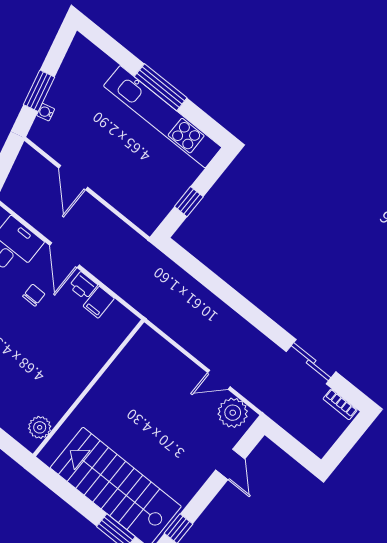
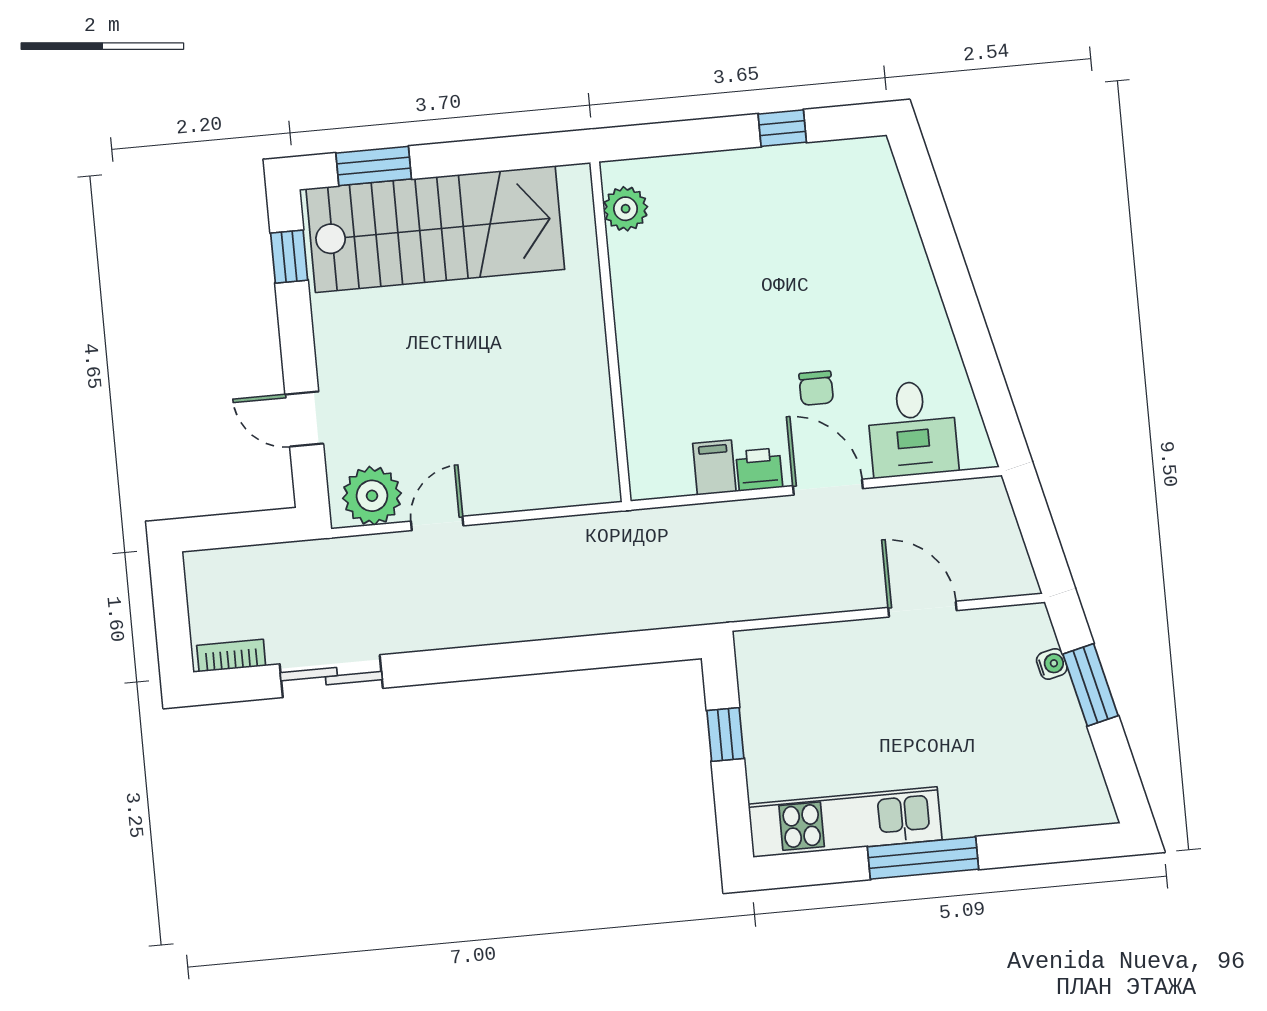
kitchen unit: (163, 117) -> (845, 822), width x0.73

